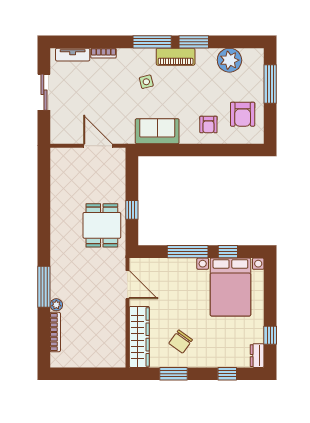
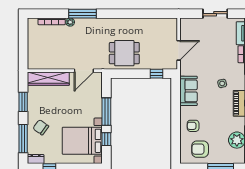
window: (132, 210) -> (157, 74), moved
chair: (181, 342) -> (41, 127), moved
window: (227, 374) -> (23, 139), width x2.17

